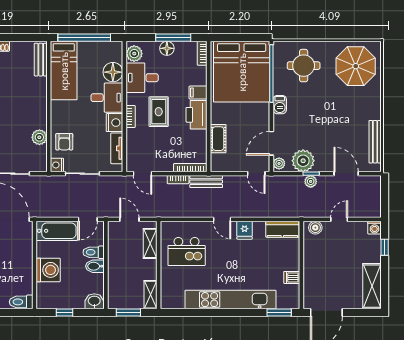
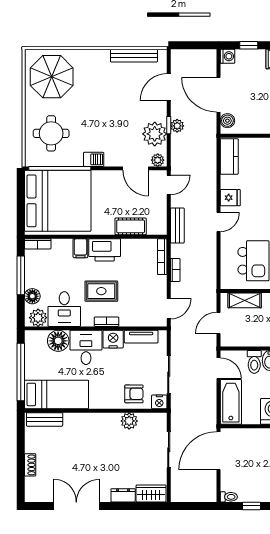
floor lamp: (167, 48) -> (32, 296), moved
bench: (206, 182) -> (177, 226), moved
door: (339, 219) -> (218, 95), width x1.87

